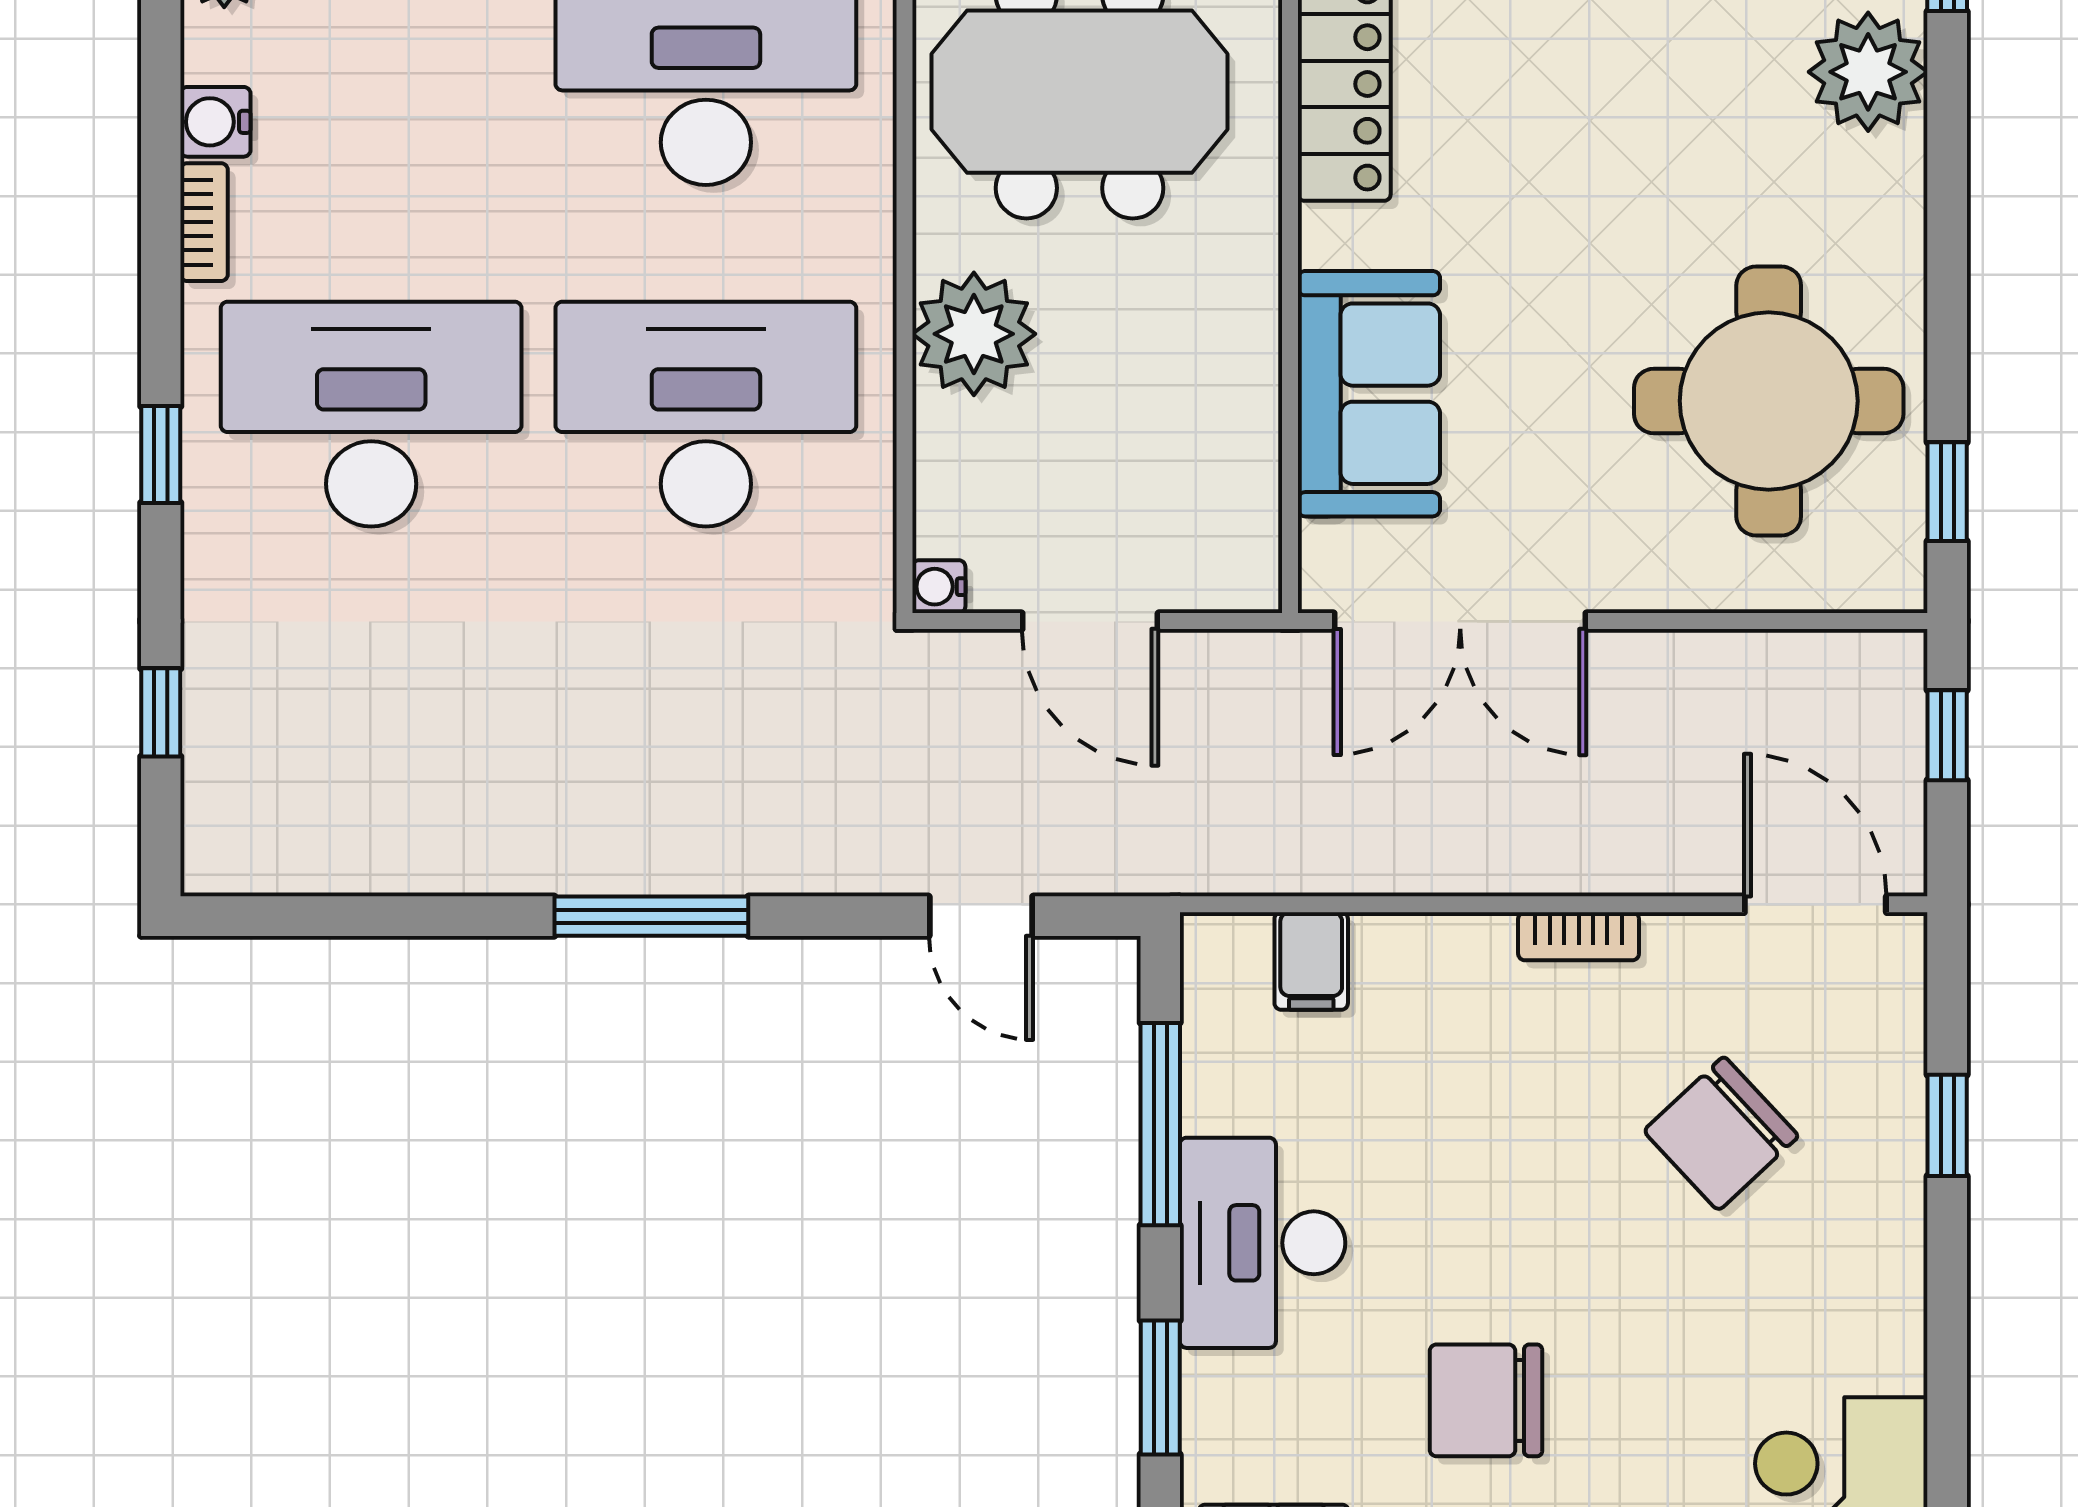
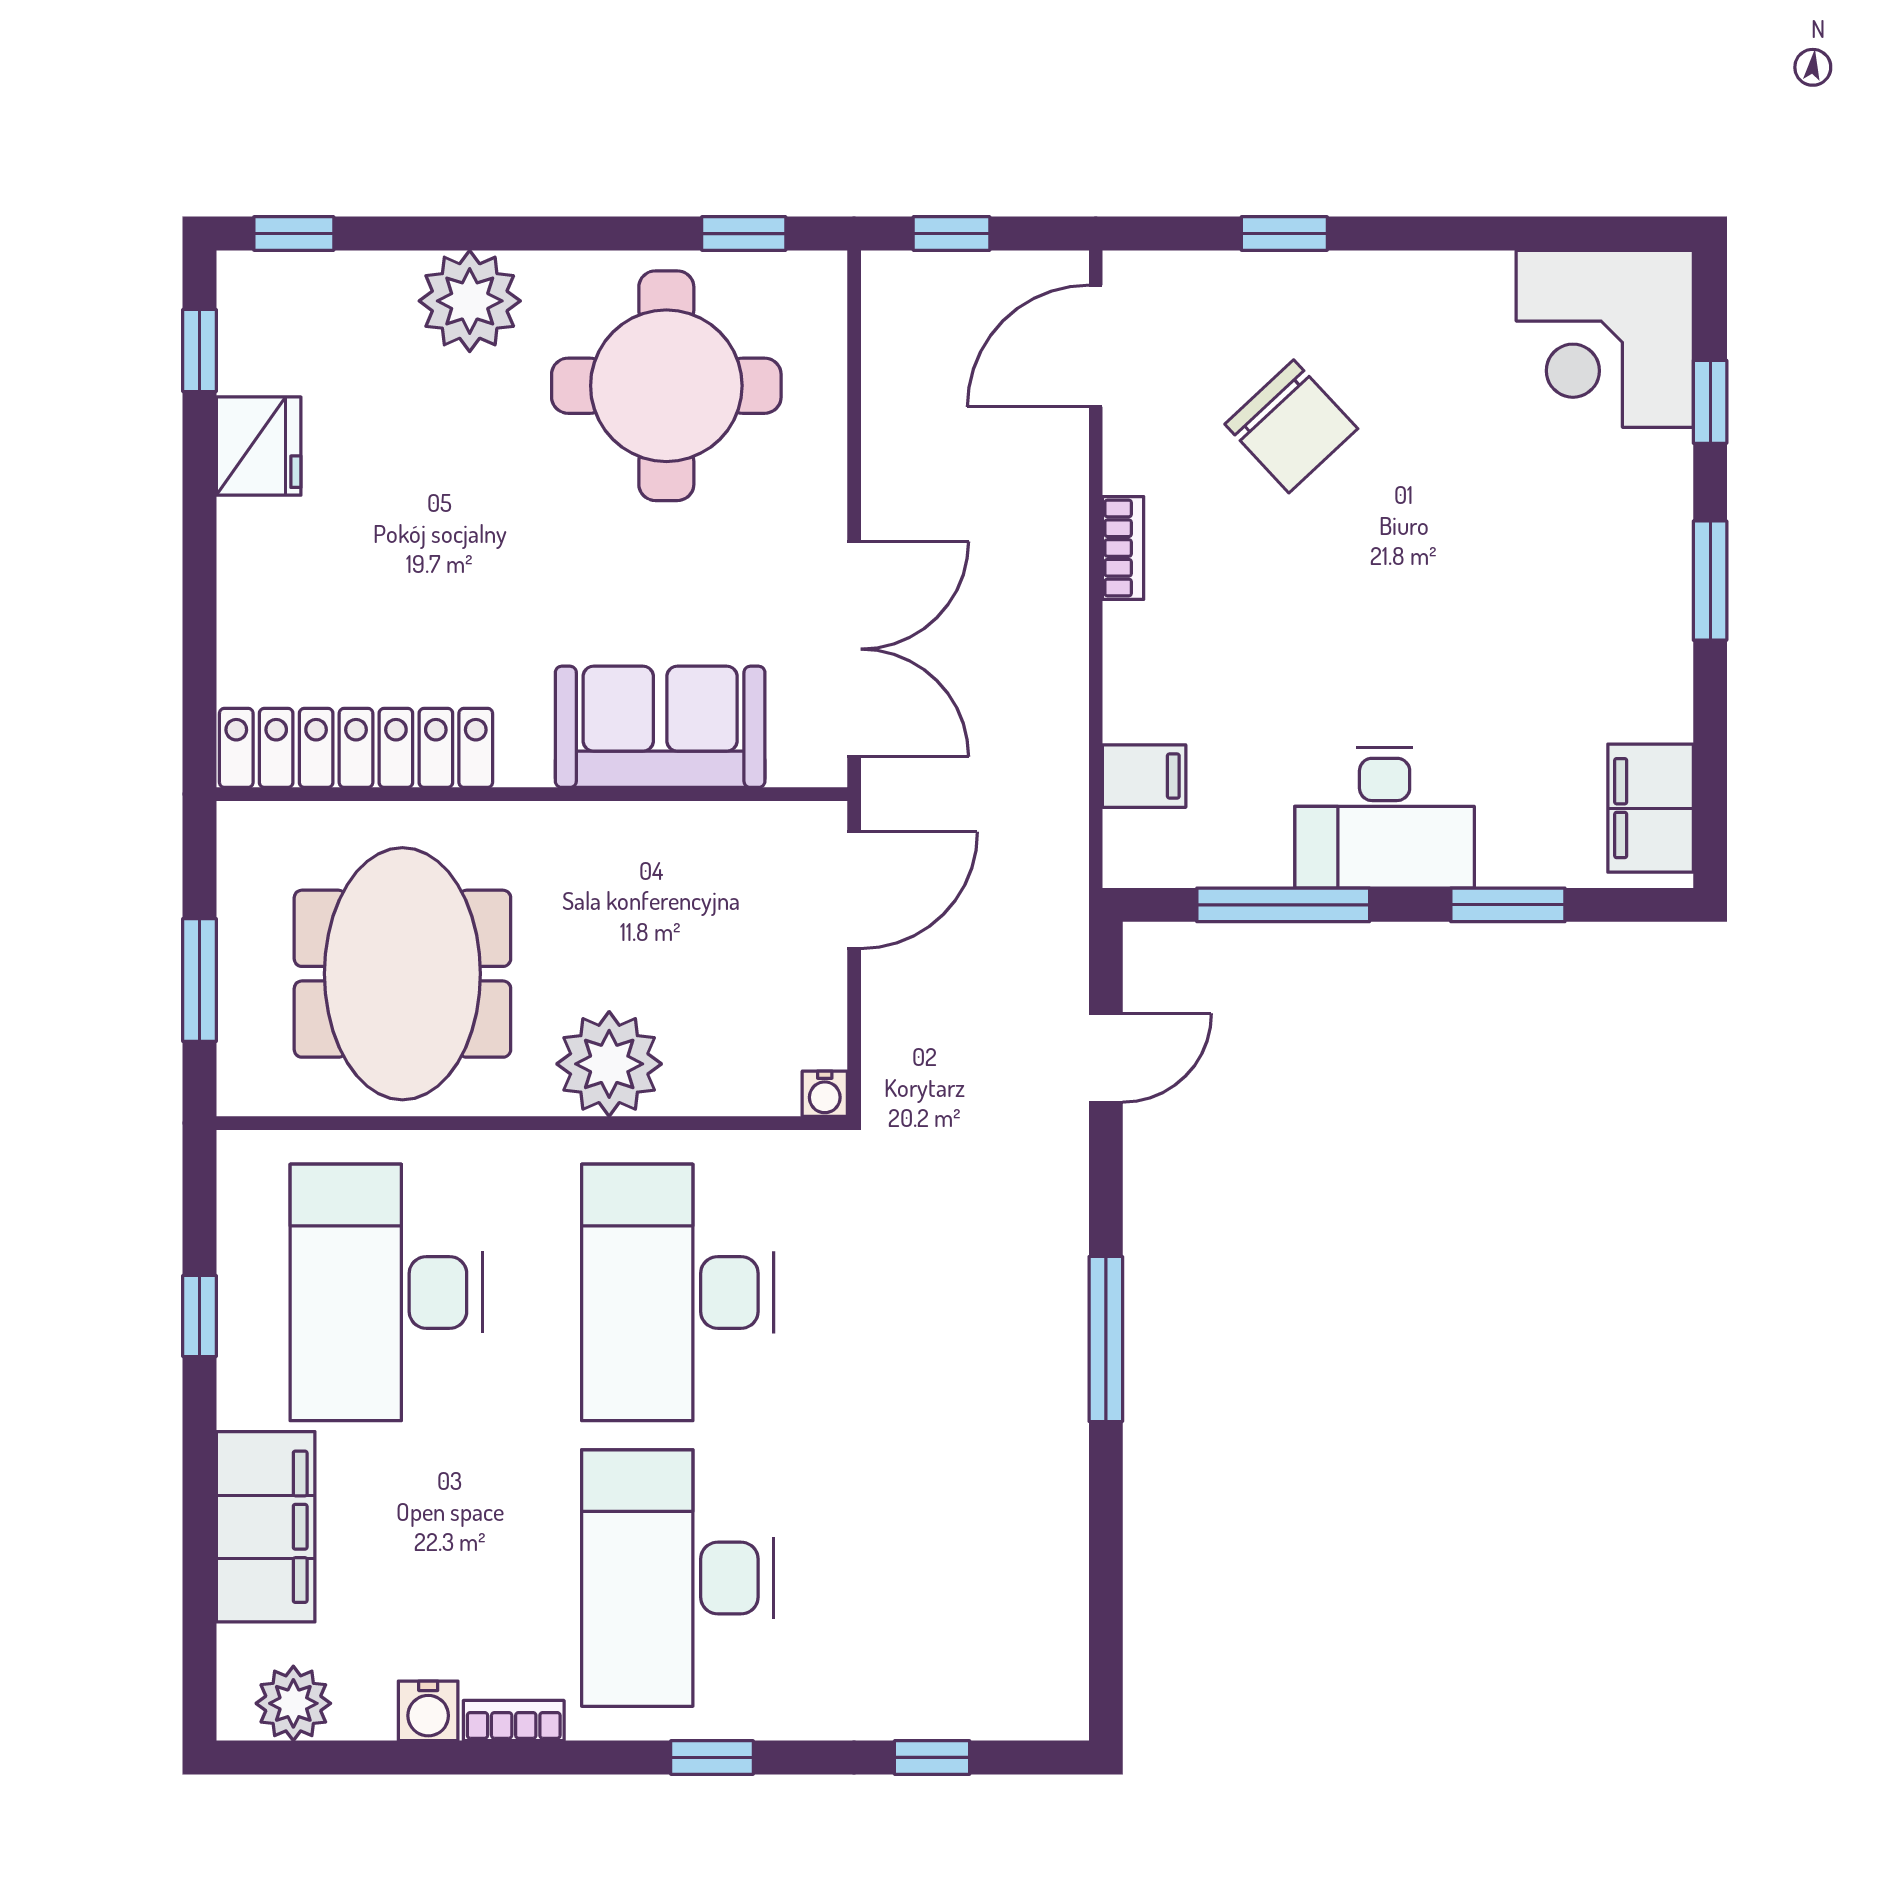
plant: (1868, 72) -> (470, 301), moved
door: (1090, 621) -> (854, 890), moved
chair: (1486, 1400) -> (1519, 627), removed

